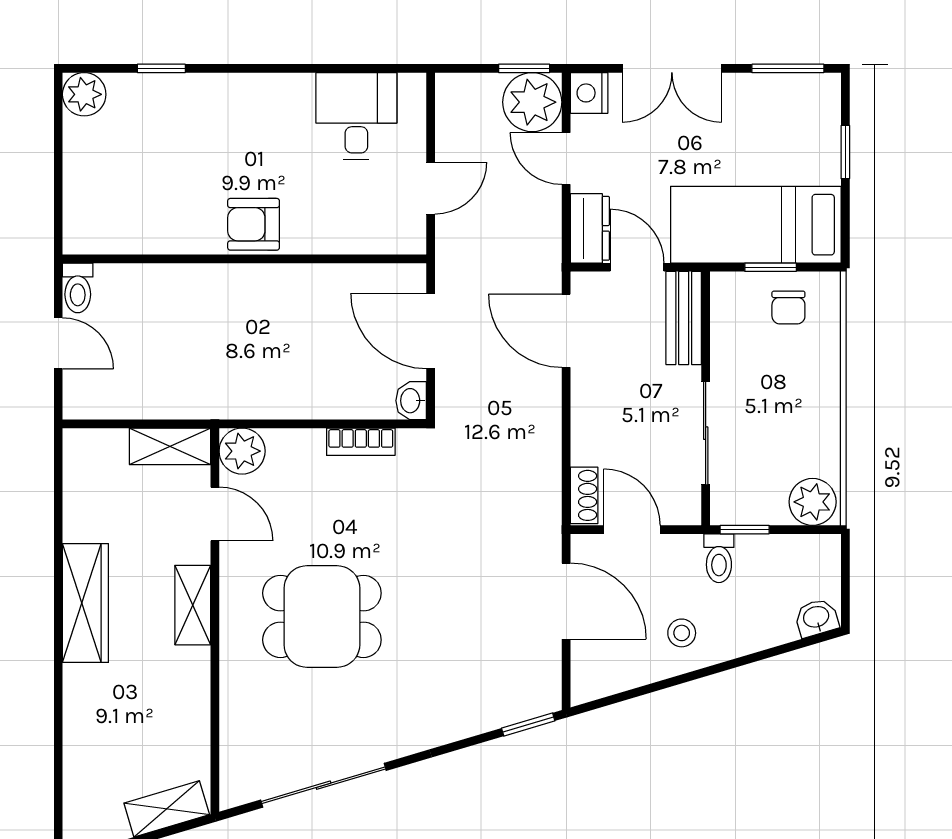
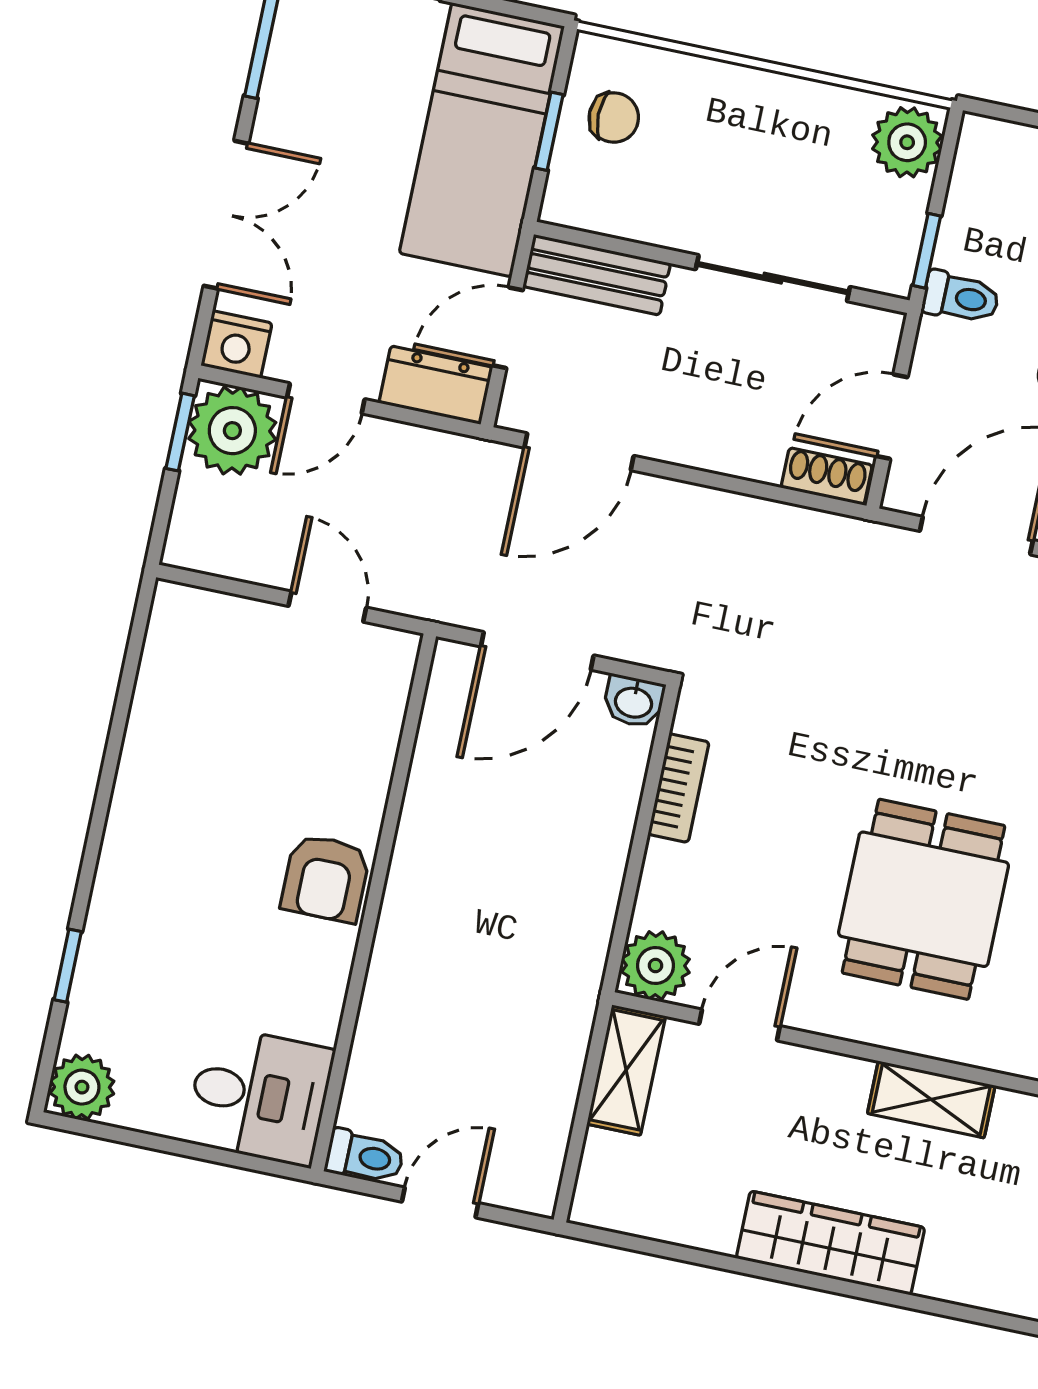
desk: (356, 116) -> (259, 1096), moved, turned 180
shelving: (193, 605) -> (931, 1099), moved

